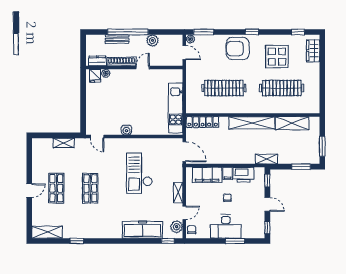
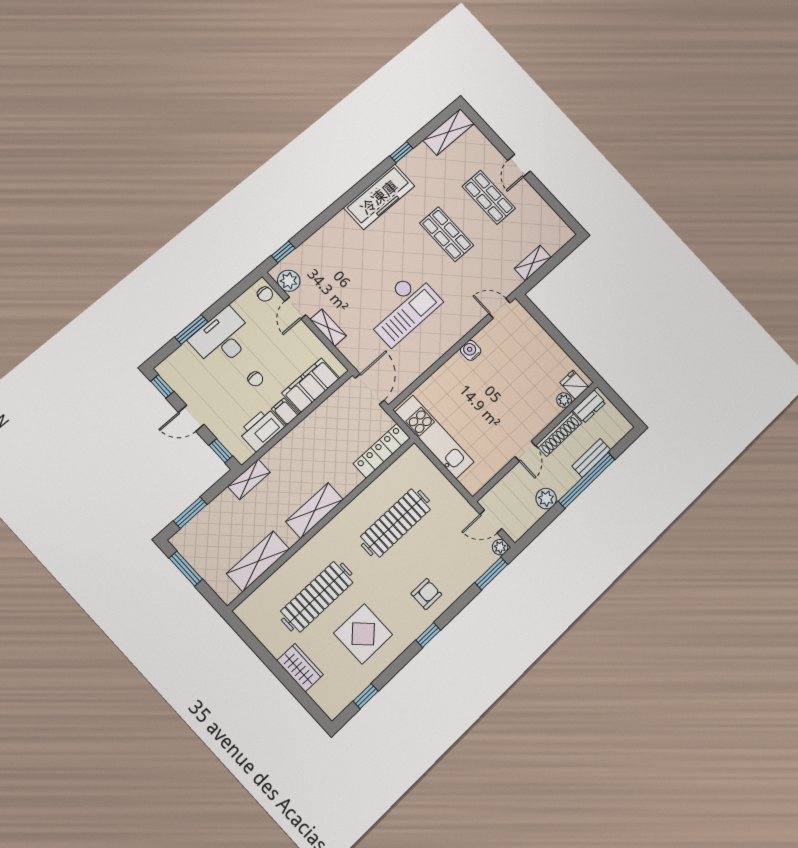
armchair: (238, 49) -> (426, 594), width x0.53, depth x0.53
wardrobe: (313, 51) -> (300, 668), moved
shelving: (252, 123) -> (315, 511), width x0.68
door: (184, 152) -> (370, 389), swing flipped
checkout: (139, 173) -> (402, 309), turned 90
freezer: (143, 230) -> (379, 197), moved

